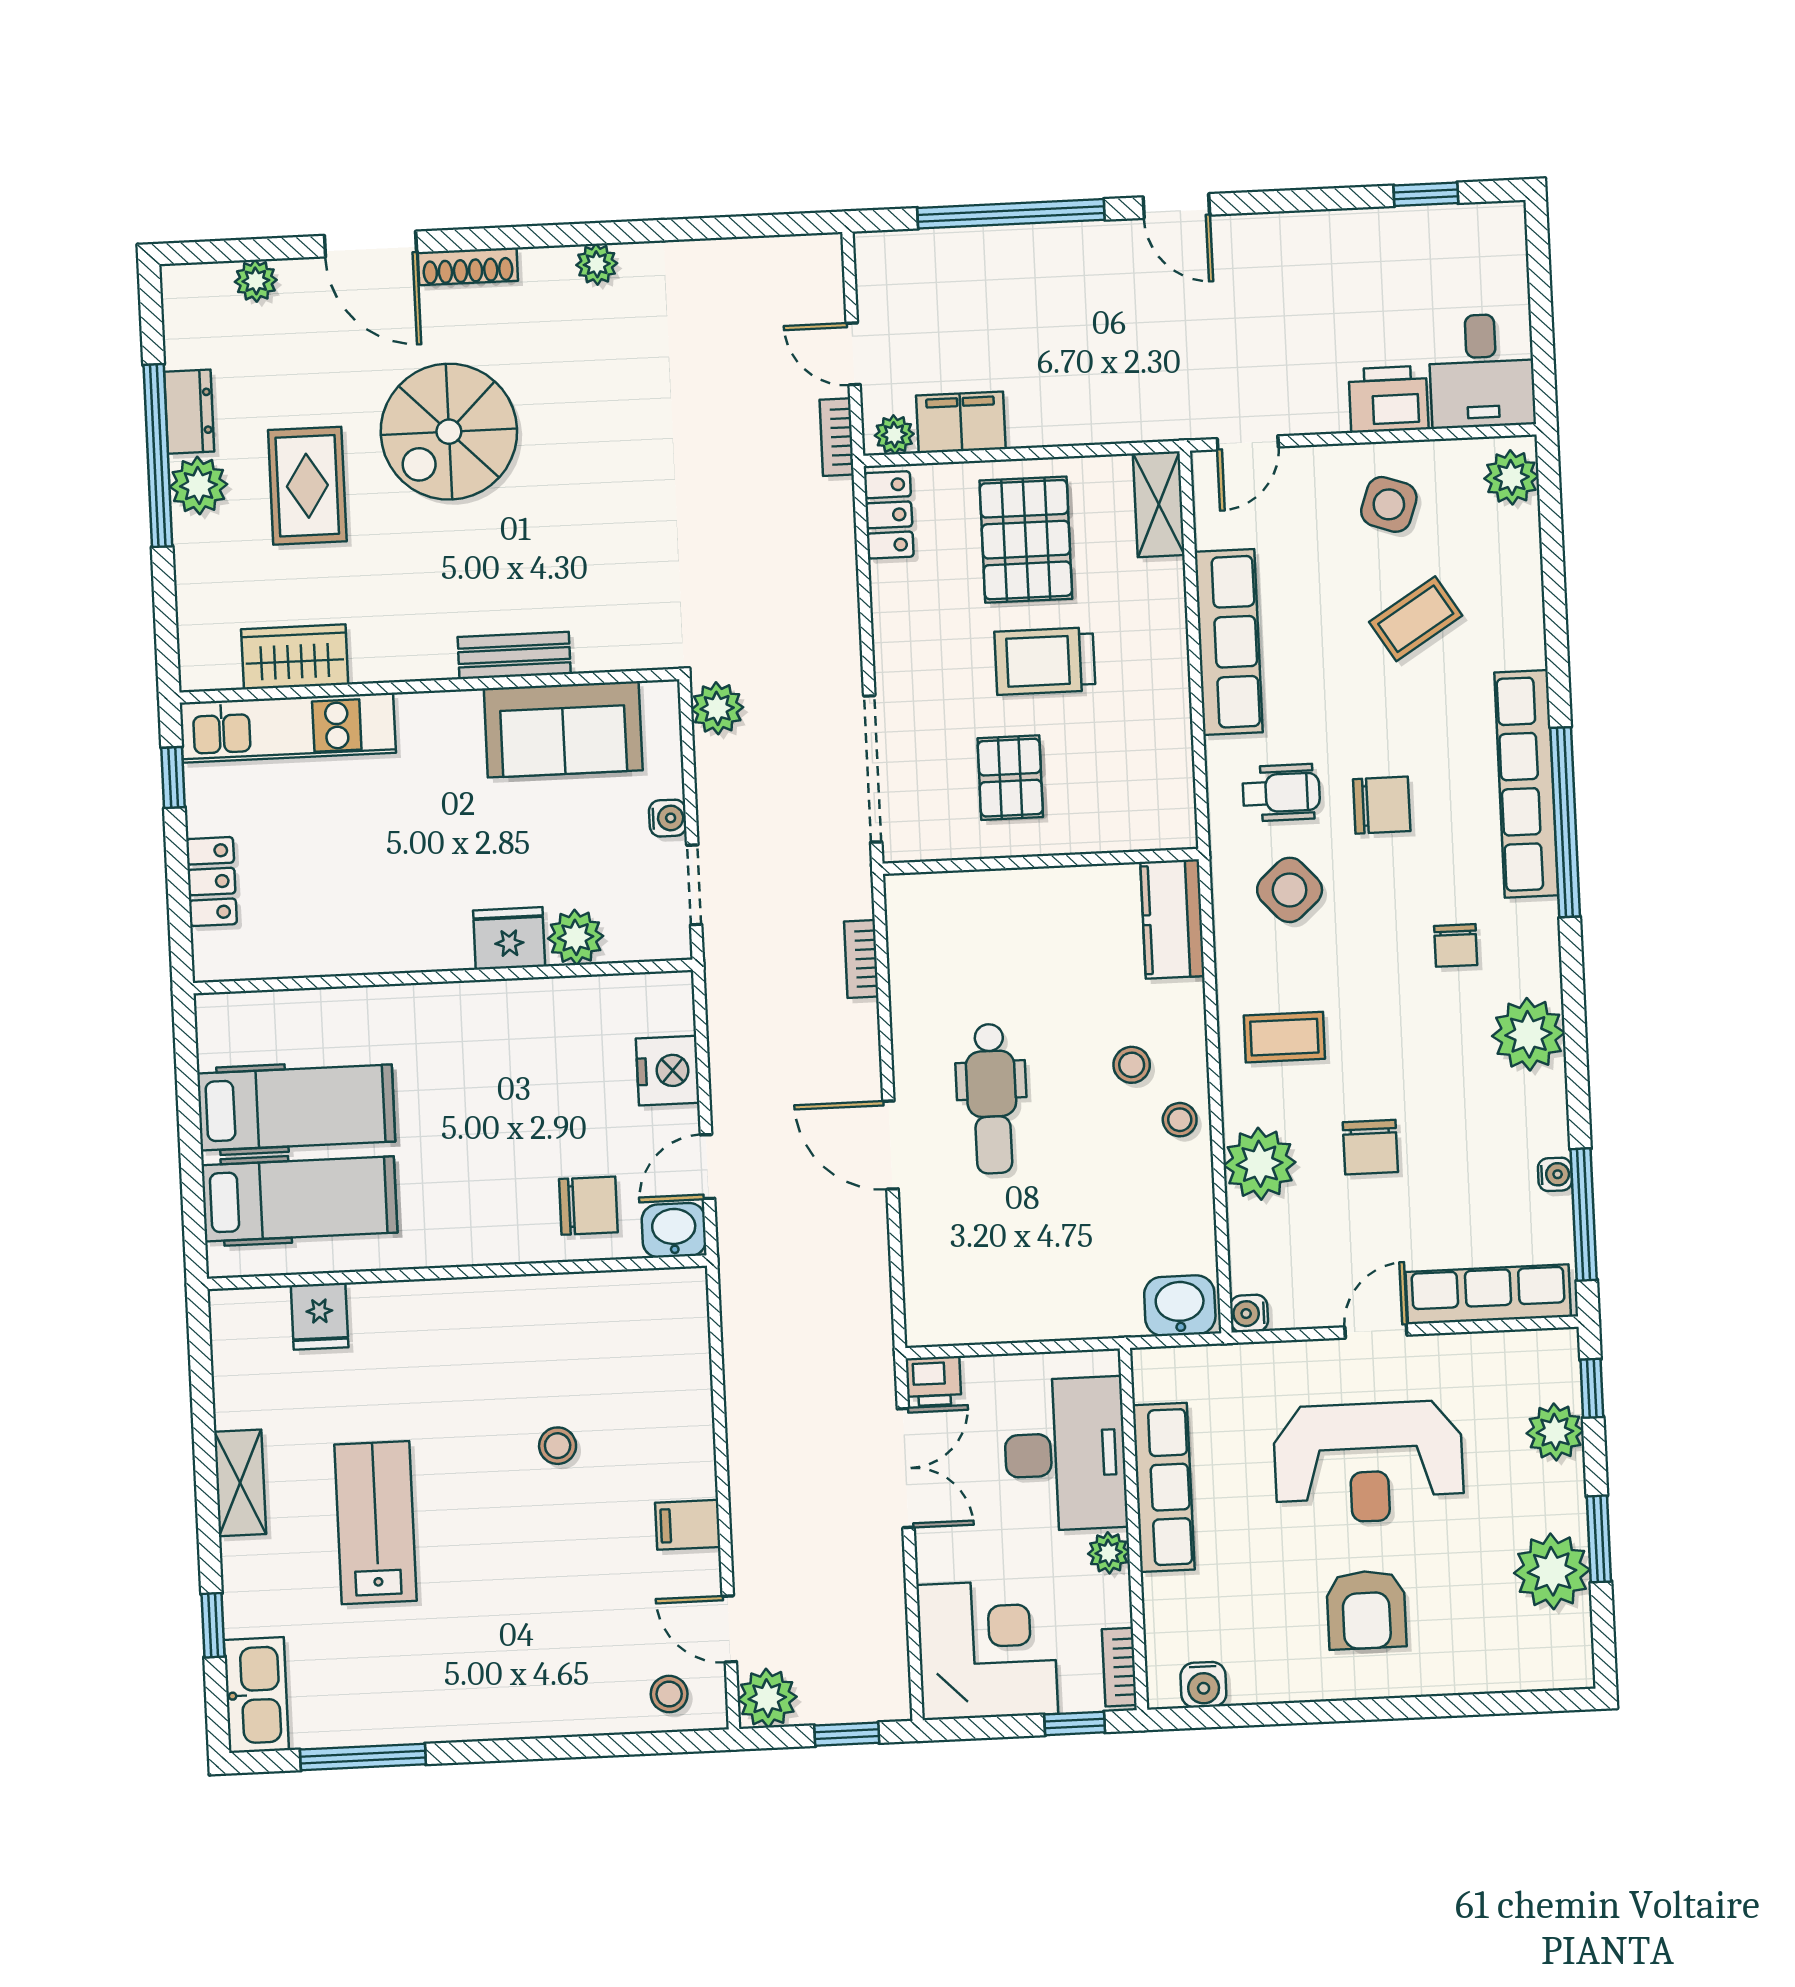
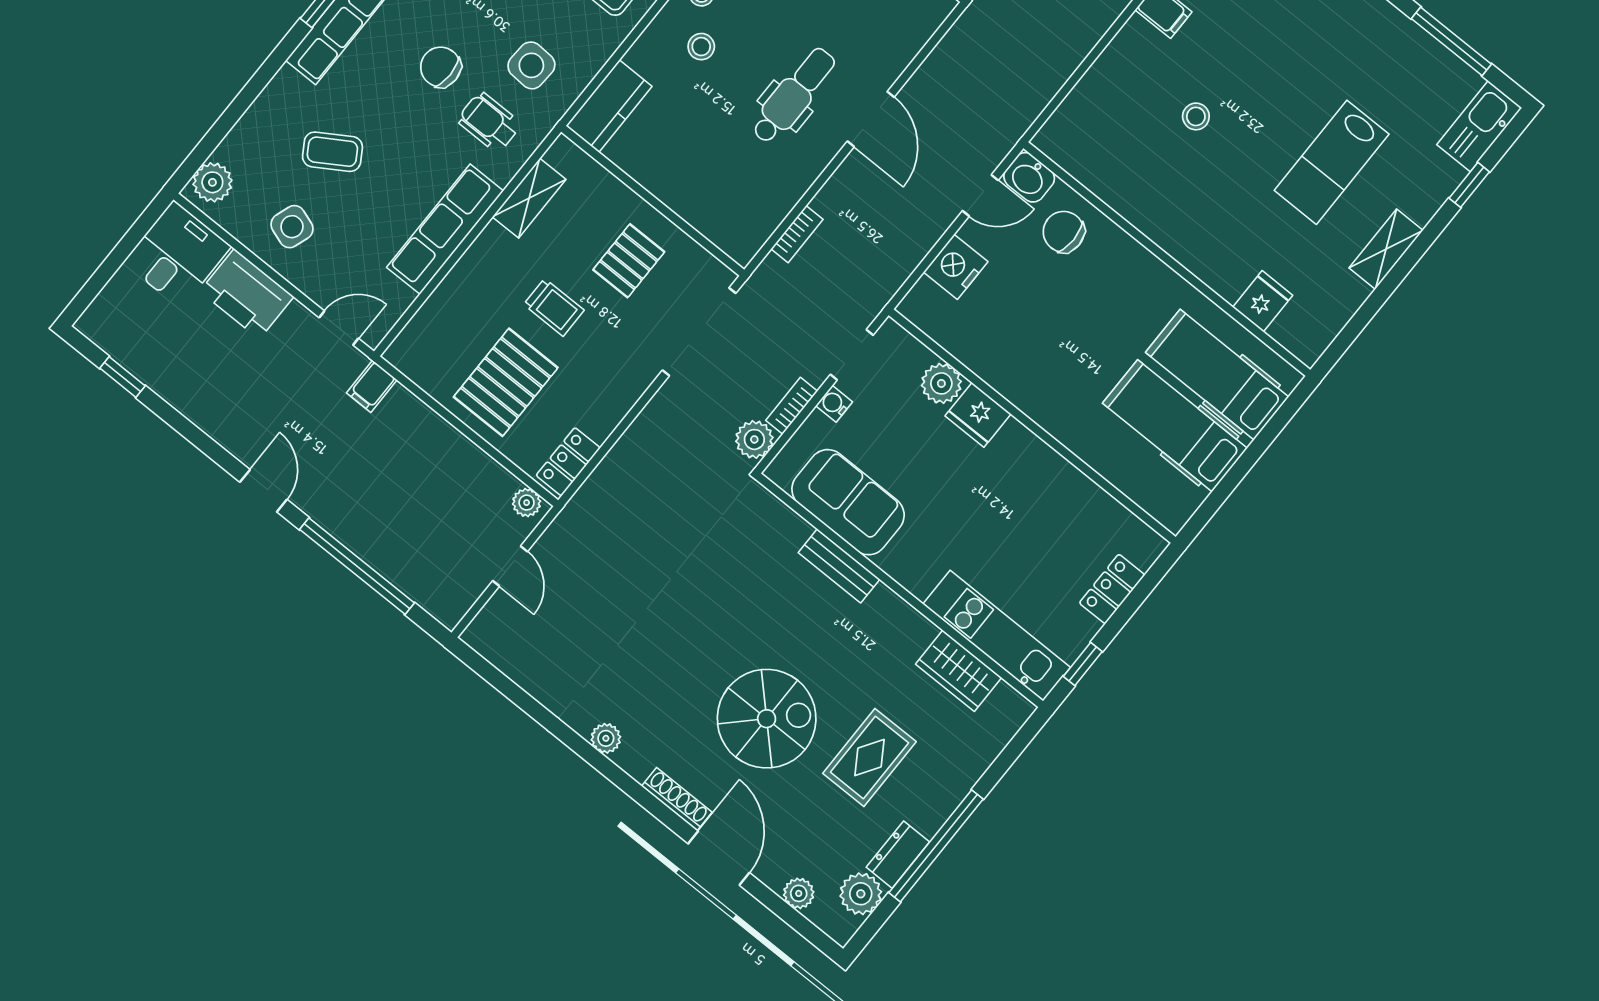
printer: (1388, 399) -> (247, 294), width x1.37, depth x1.19
filing cabinet: (961, 422) -> (372, 386), moved, width x0.50
bookcase: (837, 437) -> (792, 406), moved, turned 180
plant: (198, 486) -> (861, 894), moved
shelving: (1159, 504) -> (529, 198), moved
trolley: (1045, 661) -> (554, 307), width x0.73, depth x0.72
side table: (1290, 890) -> (531, 65), turned 45

